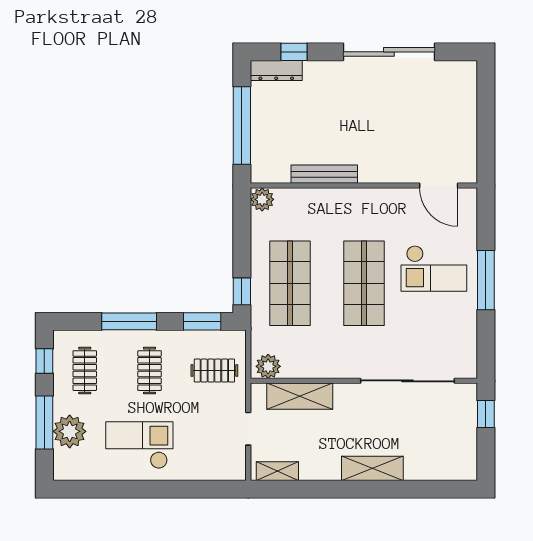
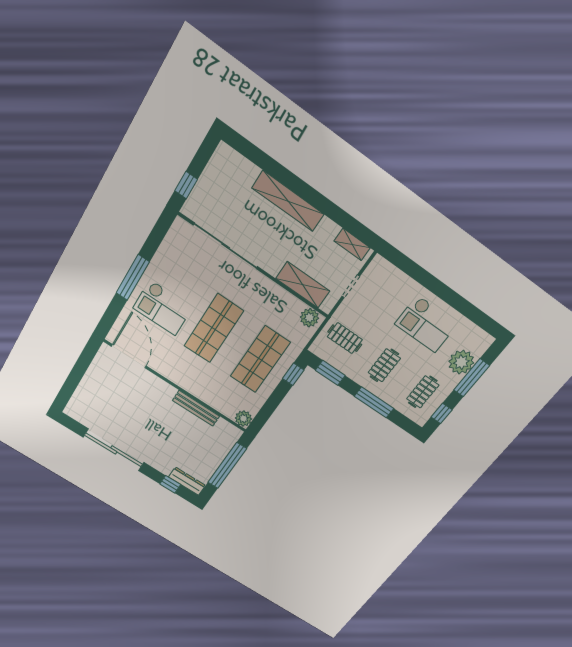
door: (439, 186) -> (129, 356), width x1.36
checkout: (434, 268) -> (163, 308), turned 180
shelving: (372, 468) -> (288, 201), width x1.47

